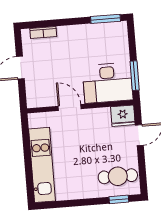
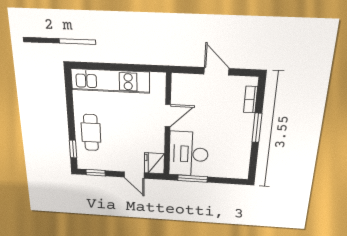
window: (105, 19) -> (257, 128), moved
window: (143, 175) -> (96, 173), added
cafe table: (118, 176) -> (91, 133), moved

